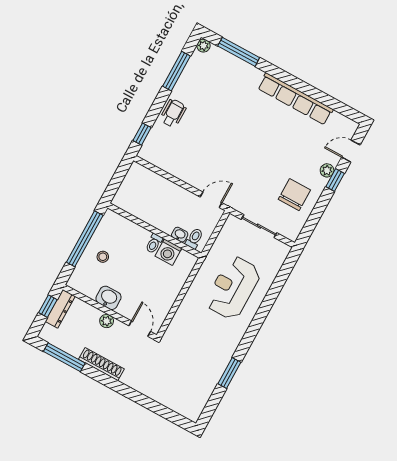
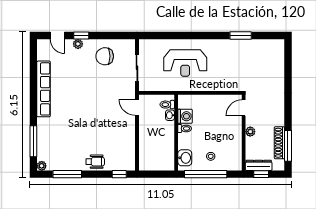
wheelchair: (173, 113) -> (95, 162), turned 180
washbasin: (108, 298) -> (185, 158), moved, turned 180
shoe rack: (101, 364) -> (279, 143), moved

